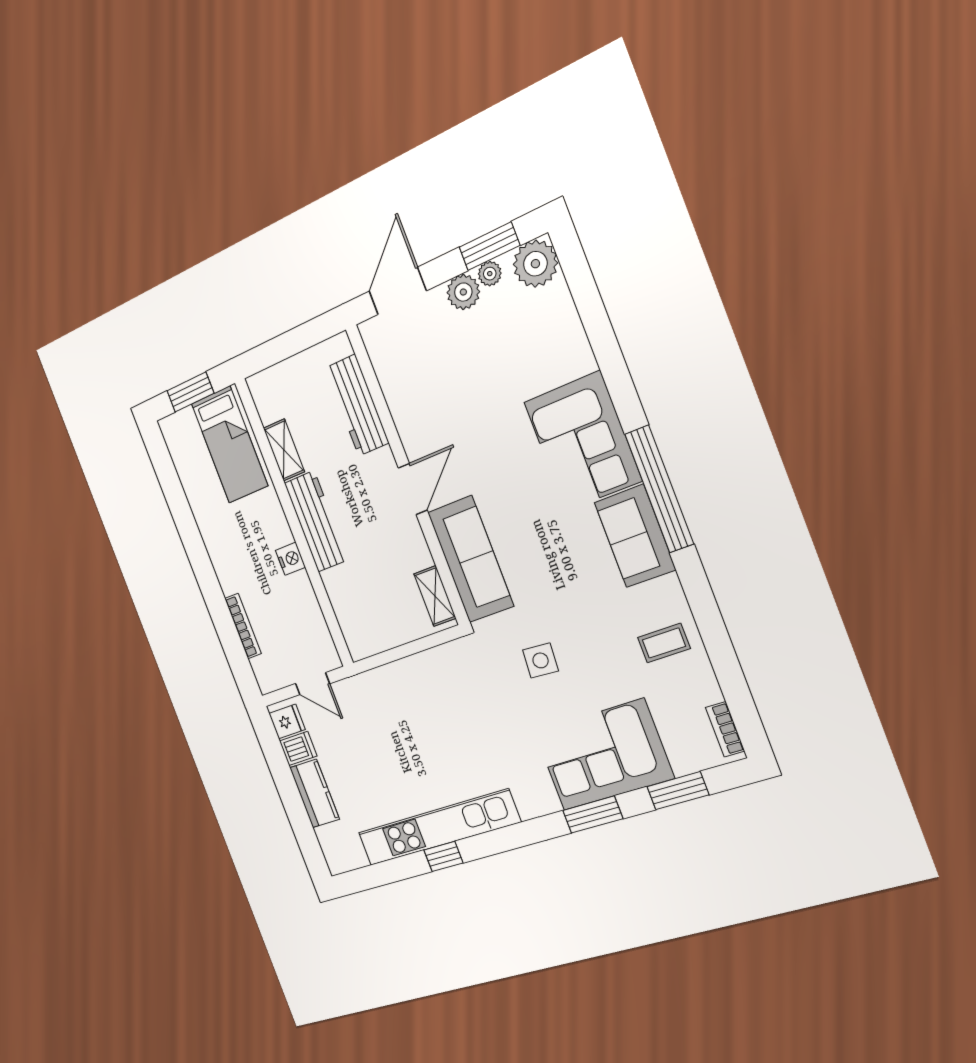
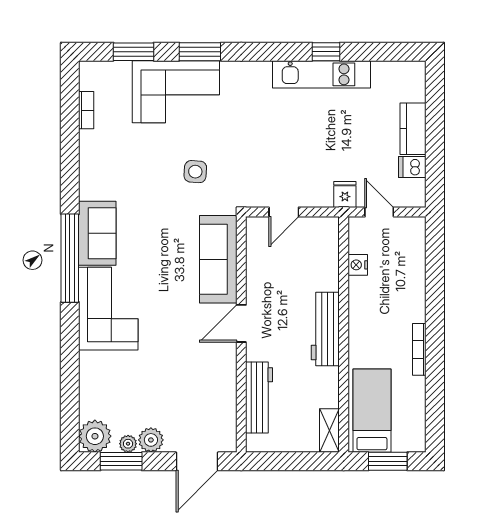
shelving: (284, 450) -> (329, 431), moved
nightstand: (290, 559) -> (358, 265), moved
shelving: (435, 596) -> (255, 243), removed
bookcase: (243, 626) -> (419, 349), moved
coffee table: (664, 643) -> (105, 155), removed
door: (417, 646) -> (284, 212), added
fridge: (287, 721) -> (345, 194), moved, turned 90
bookcase: (725, 729) -> (86, 110), moved
kitchen unit: (438, 828) -> (321, 74), width x0.73

